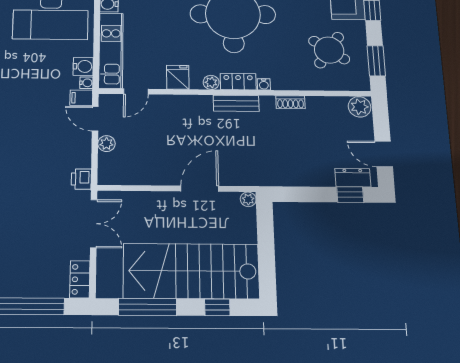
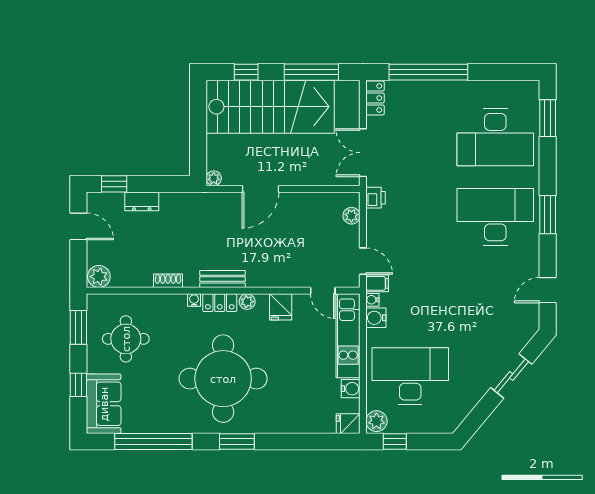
round table: (329, 50) -> (126, 339), turned -34
door: (136, 92) -> (323, 291), swing flipped
plant: (106, 144) -> (351, 216), moved
dresser: (353, 178) -> (142, 201), moved

